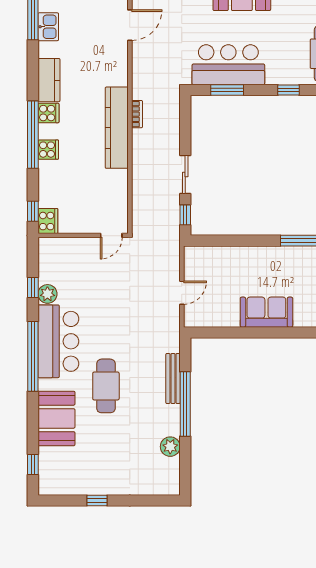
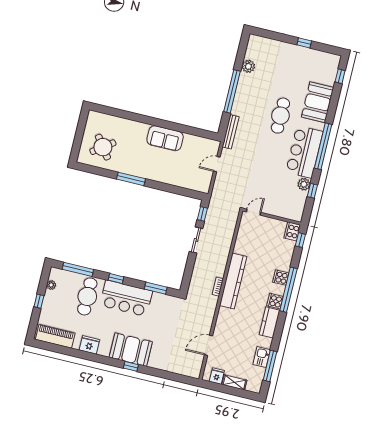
bar counter: (228, 65) -> (126, 298), moved
bench: (173, 378) -> (231, 132), moved

